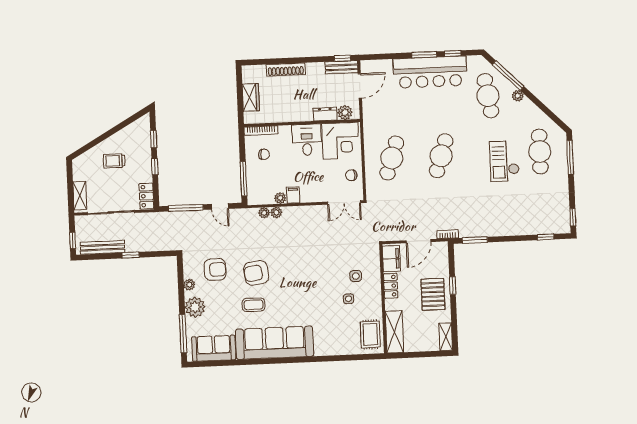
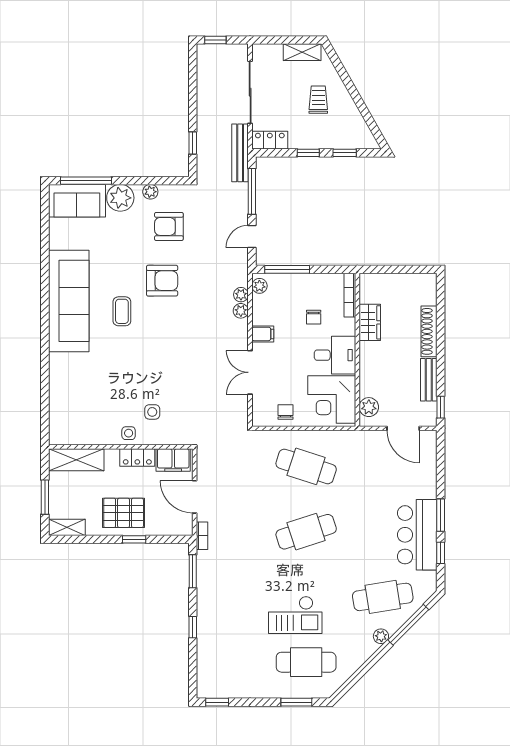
bench: (341, 67) -> (429, 380), moved
bar counter: (430, 72) -> (417, 535), width x0.73
wardrobe: (251, 97) -> (370, 322), moved, turned -90
dresser: (325, 114) -> (368, 381), removed
chair: (264, 154) -> (314, 317), moved
cafe table: (441, 156) -> (306, 532), turned -36
window: (570, 157) -> (296, 702), width x0.69
checkout: (504, 161) -> (295, 615), turned 180
shelving: (80, 196) -> (302, 52), moved
plant: (280, 198) -> (259, 286), moved
double door: (344, 202) -> (250, 372), moved
window: (546, 237) -> (193, 627), moved
bench: (103, 247) -> (240, 153), moved
window: (131, 255) -> (193, 143), moved
armchair: (215, 270) -> (169, 226), turned 90
armchair: (256, 273) -> (162, 281), turned 98
side table: (349, 299) -> (129, 433), moved
coffee table: (253, 305) -> (122, 311), moved
rug: (370, 334) -> (74, 428), removed
sofa: (214, 348) -> (77, 201), moved, turned 90
window: (424, 354) -> (45, 497), added

